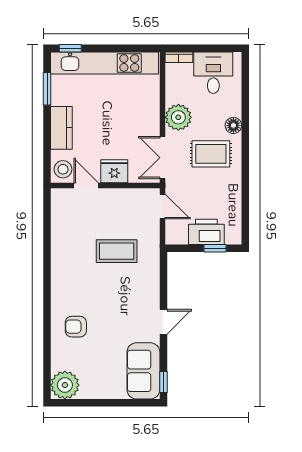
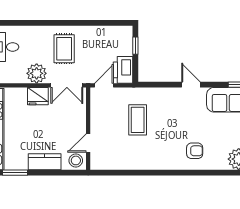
floor lamp: (233, 125) -> (43, 32), removed
fridge: (114, 171) -> (38, 96), moved, turned -90
printer: (206, 232) -> (123, 70), moved
armchair: (76, 327) -> (195, 151), turned -90

